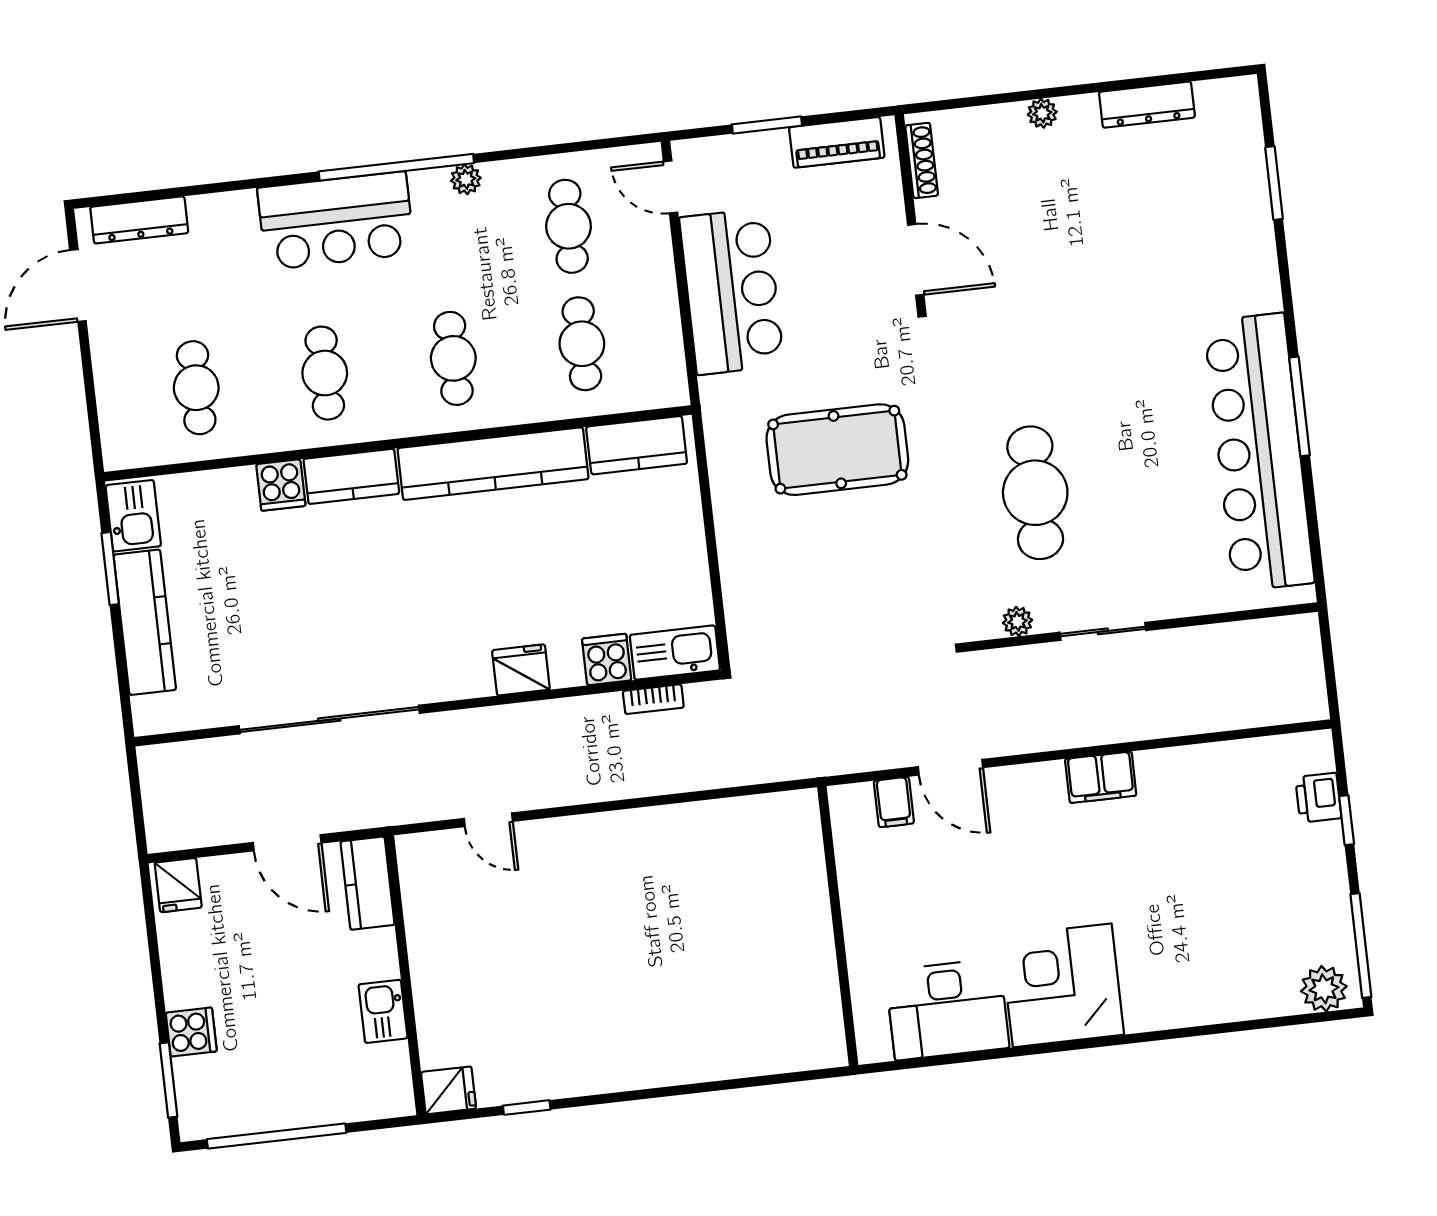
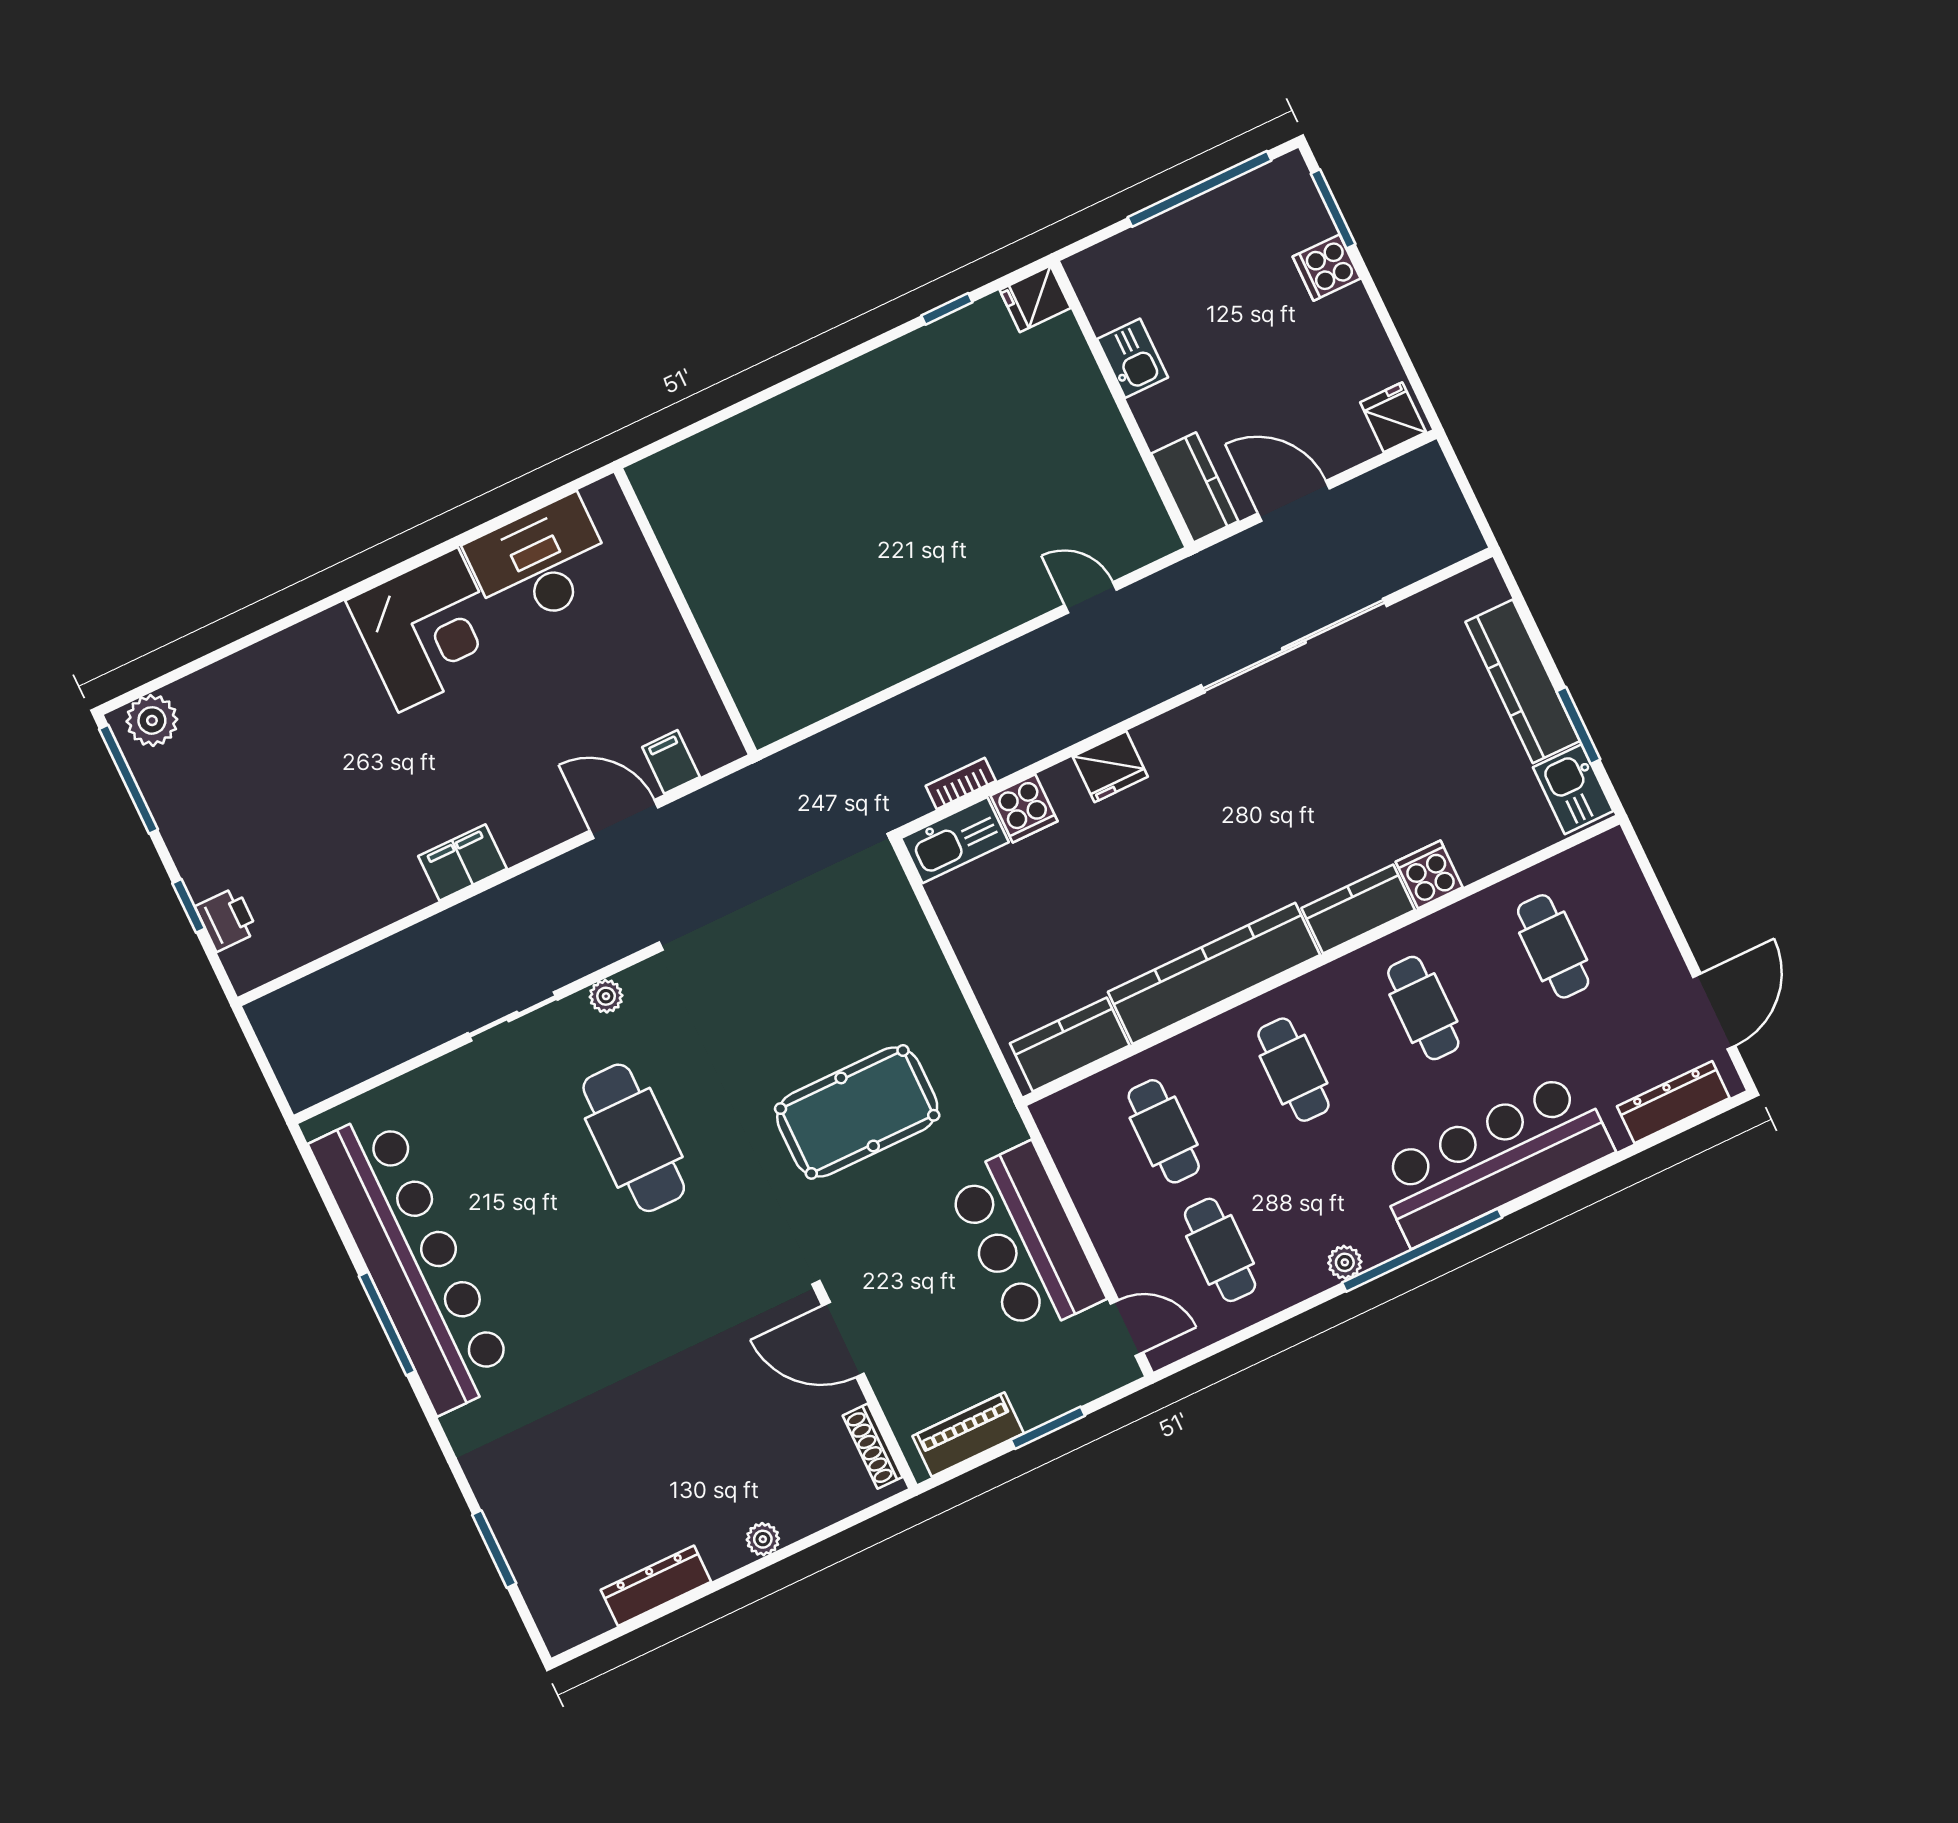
bar counter: (336, 221) -> (1494, 1159), width x1.36

